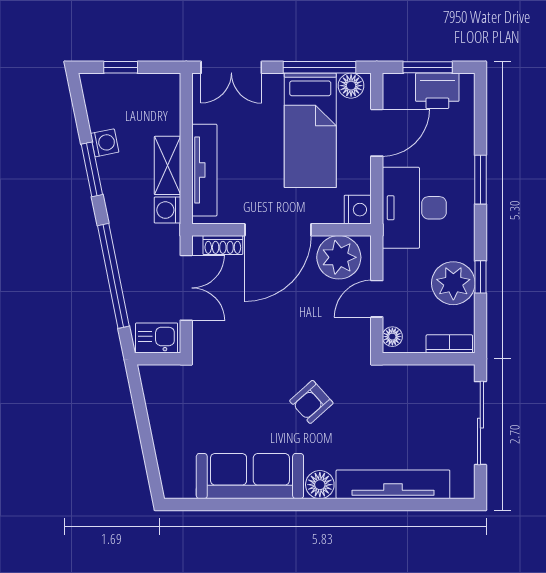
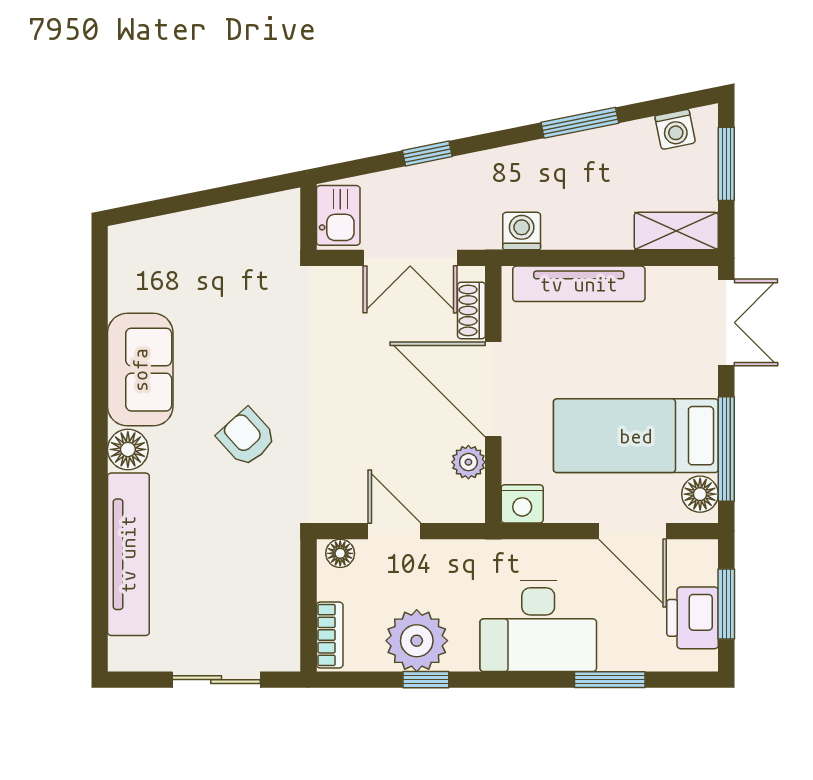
window: (121, 67) -> (726, 164), width x1.50
double door: (231, 67) -> (726, 323), swing flipped
washing machine: (105, 143) -> (675, 129), moved
shelving: (167, 165) -> (676, 231), moved
window: (480, 180) -> (610, 680), moved
desk: (414, 208) -> (538, 626), moved, turned 180
plant: (339, 257) -> (468, 462), width x0.53, depth x0.53
window: (113, 276) -> (427, 154), width x0.32
sliding door: (480, 423) -> (216, 680), width x0.73
sofa: (250, 476) -> (140, 370), width x0.73

